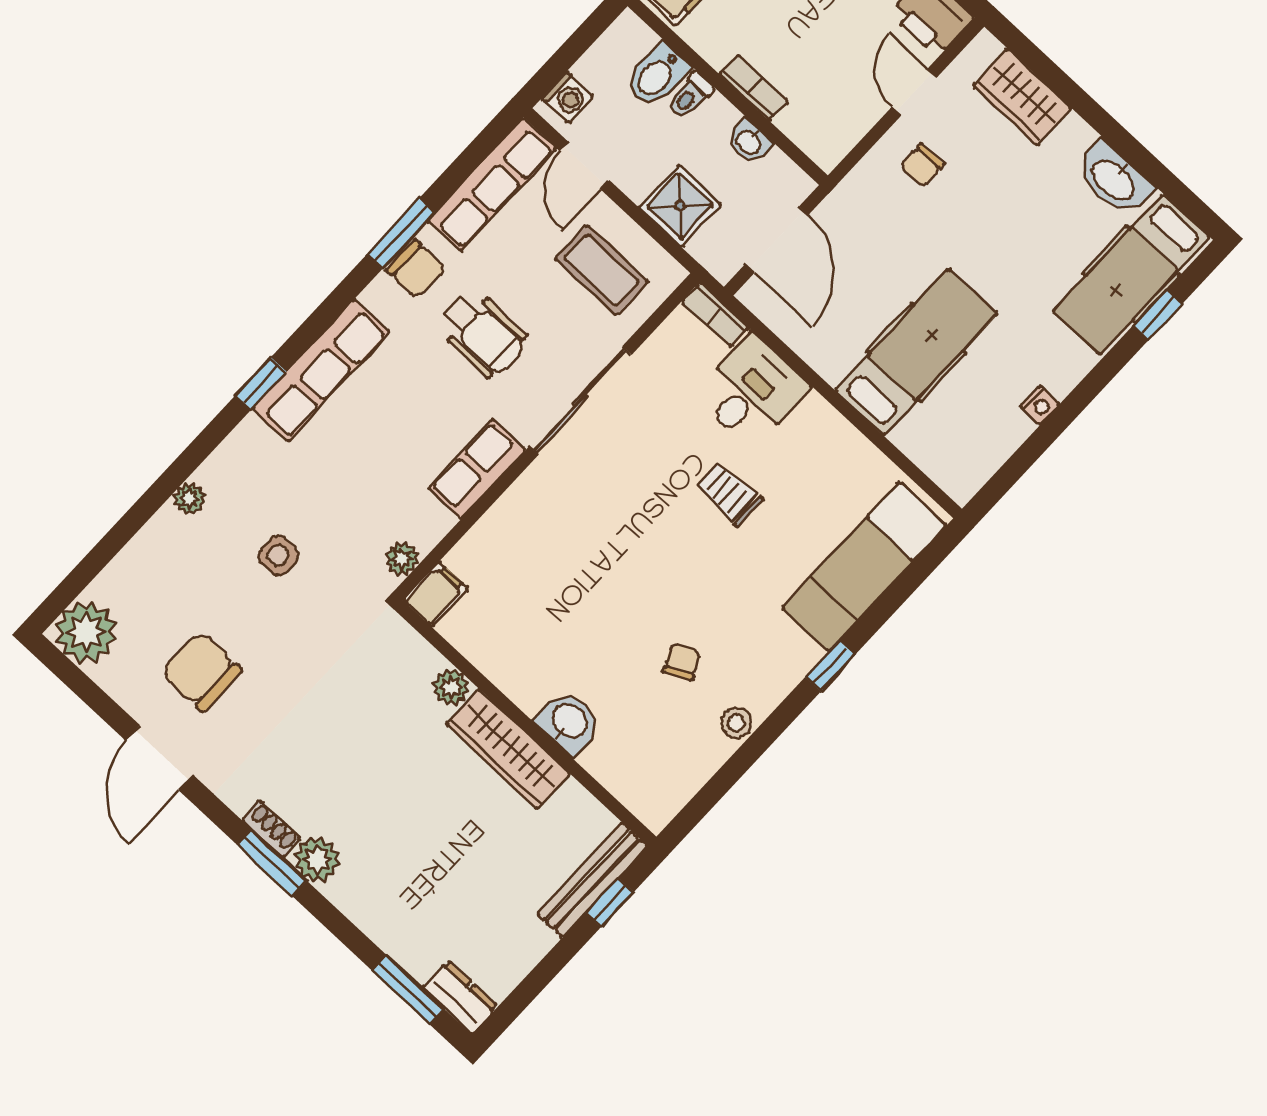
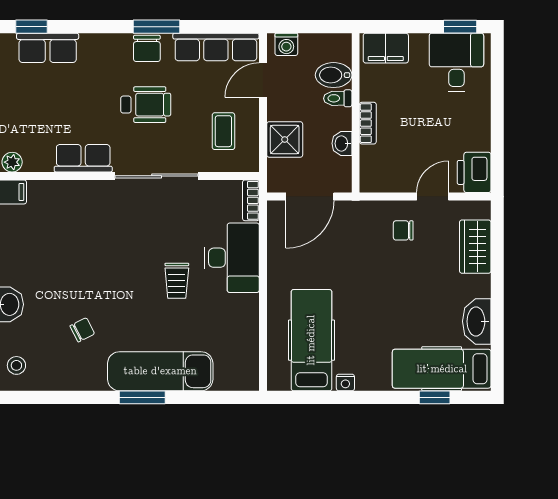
coffee table: (601, 270) -> (223, 131), width x0.73, depth x0.77
wheelchair: (483, 334) -> (146, 105), turned -90
hospital bed: (916, 352) -> (311, 340), moved, turned -90
row of seats: (321, 370) -> (48, 48), width x0.68
desk: (751, 391) -> (232, 258), width x1.37
trolley: (729, 494) -> (177, 281), turned 180
exam couch: (864, 567) -> (160, 371), moved
window: (830, 666) -> (142, 397), width x1.50
stool: (736, 723) -> (16, 365), moved

